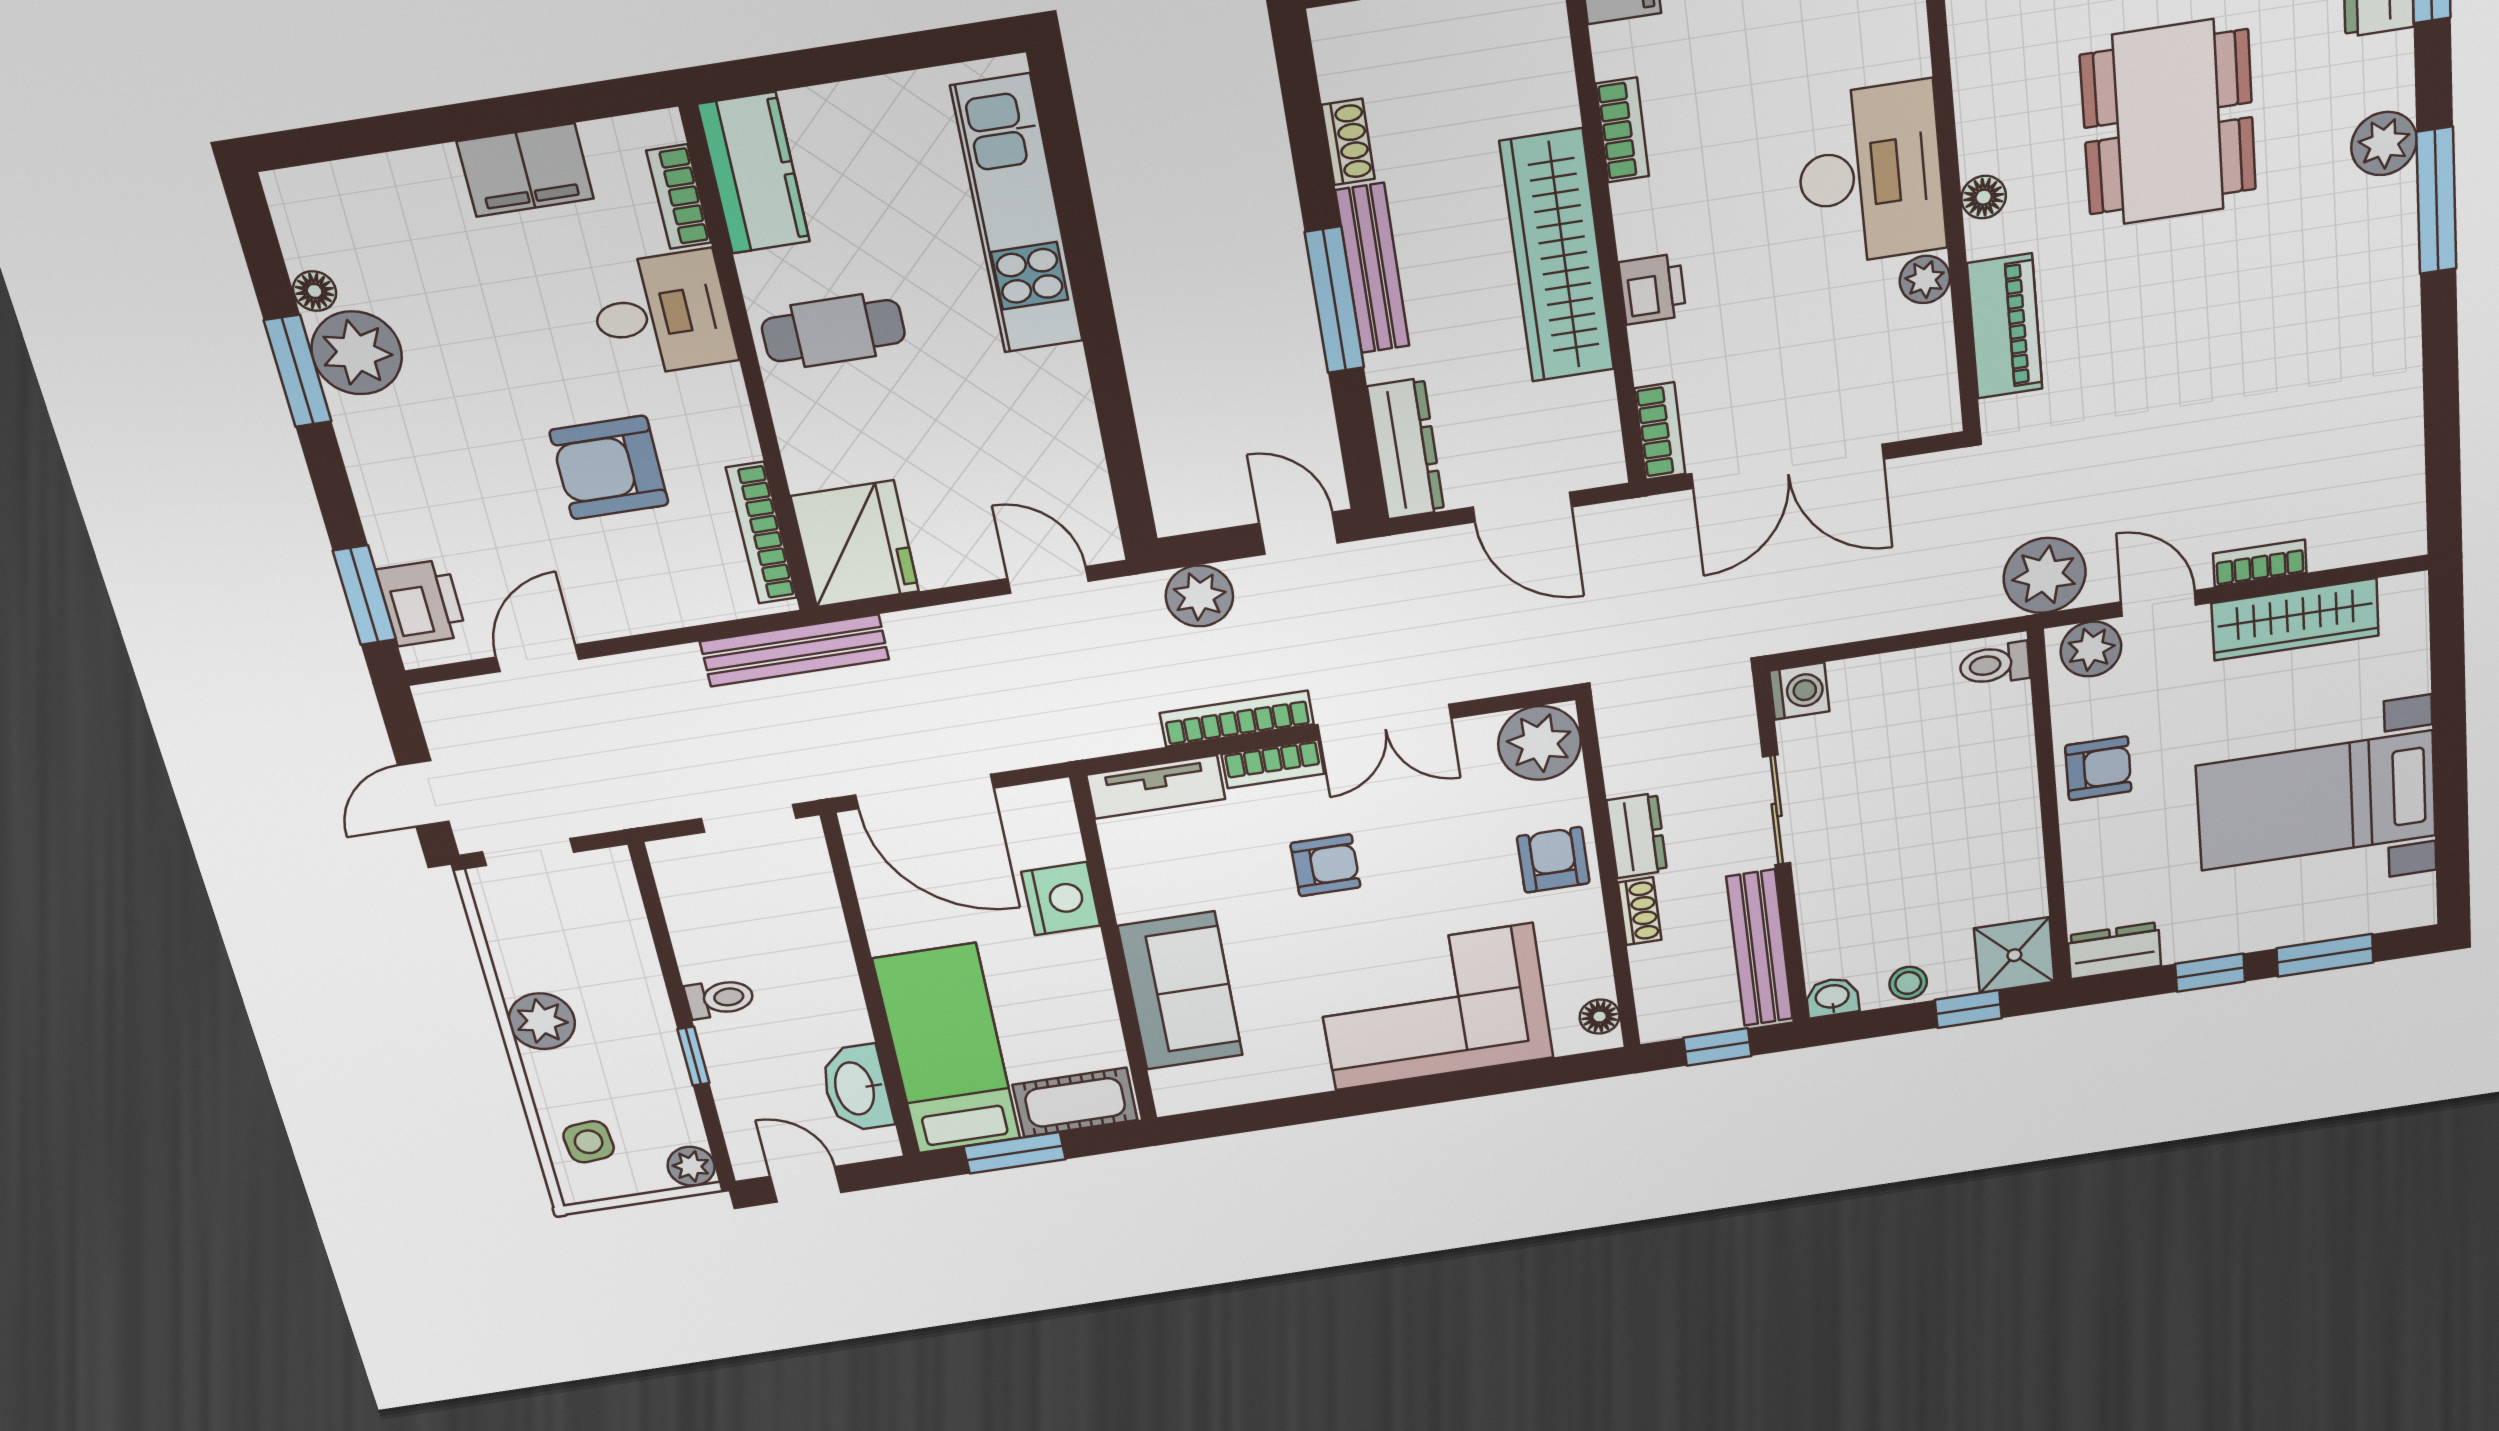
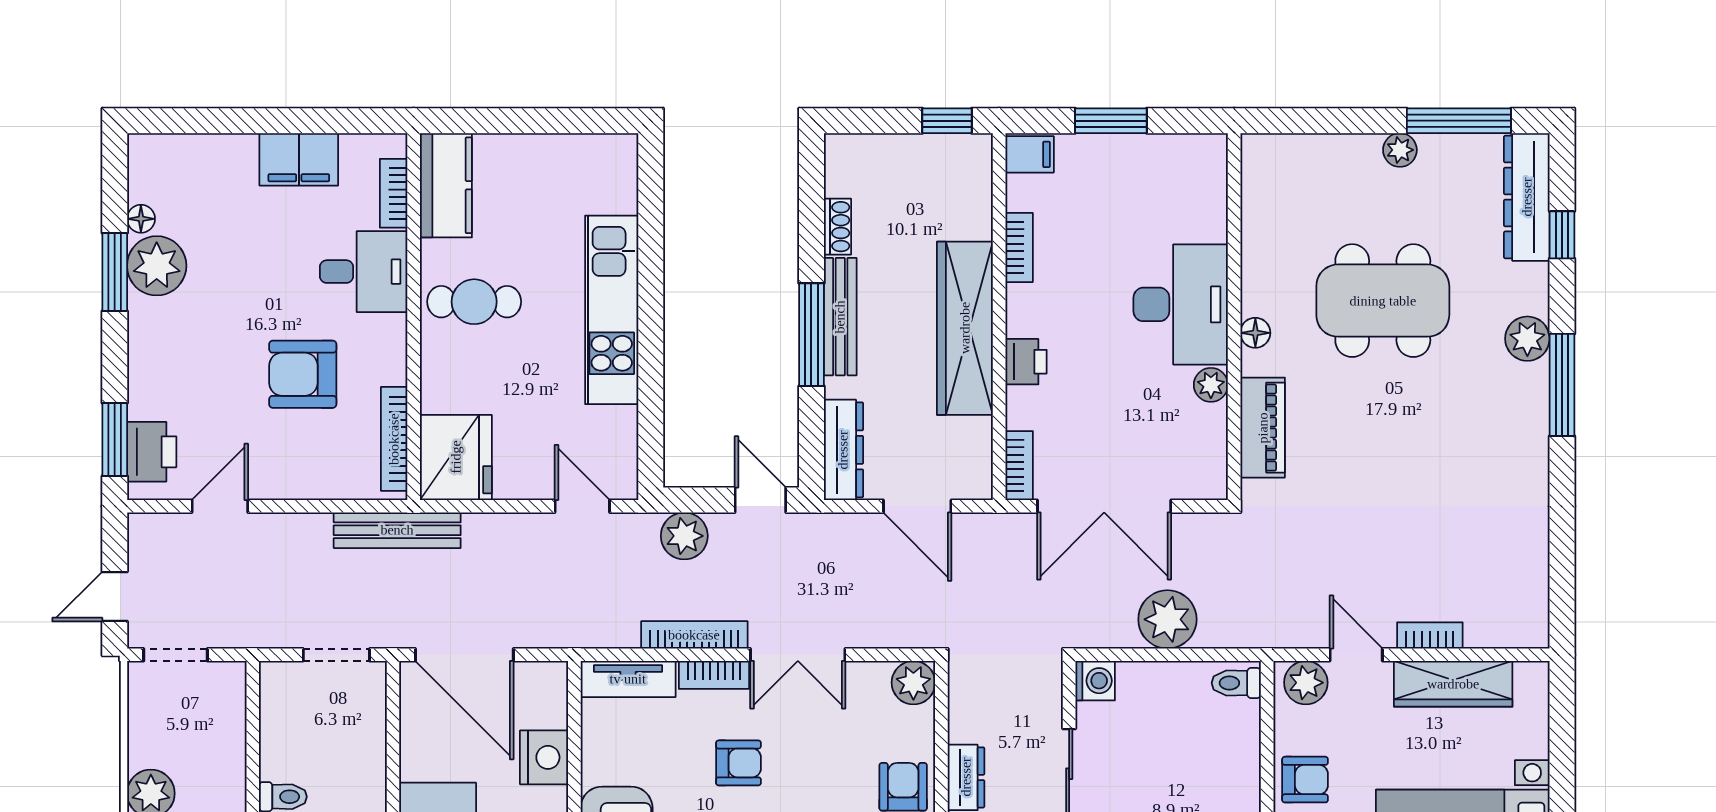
dining table: (2168, 122) -> (1383, 301), turned 90
kitchen unit: (1017, 215) -> (612, 310), moved
plant: (2045, 575) -> (1167, 619), moved
plant: (1540, 743) -> (913, 683), width x0.73, depth x0.73

